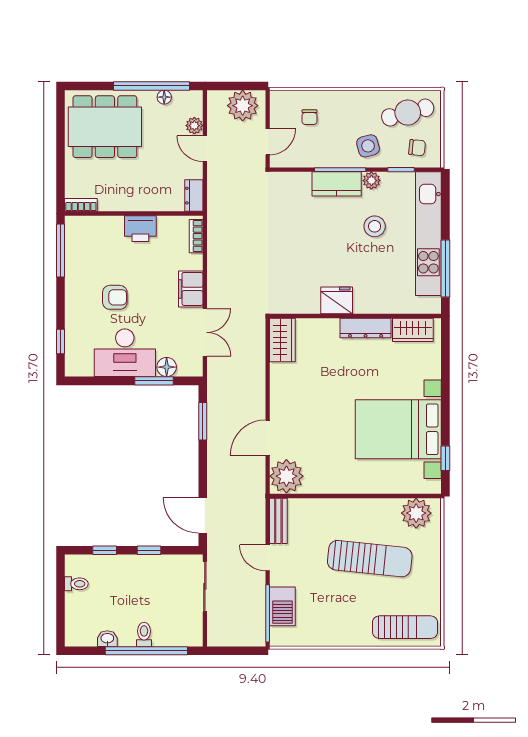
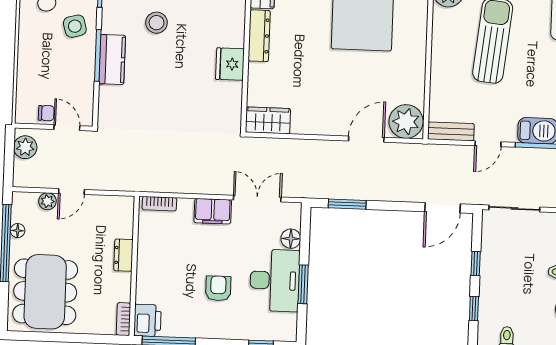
plant: (243, 106) -> (25, 147), width x0.73, depth x0.73
chair: (310, 117) -> (46, 113), moved
plant: (371, 181) -> (110, 24), removed
dresser: (194, 196) -> (123, 255), moved, turned 90
printer: (140, 229) -> (147, 320), moved
window: (154, 381) -> (303, 284), moved
door: (268, 438) -> (366, 139), swing flipped

